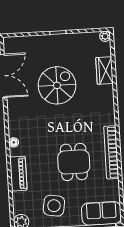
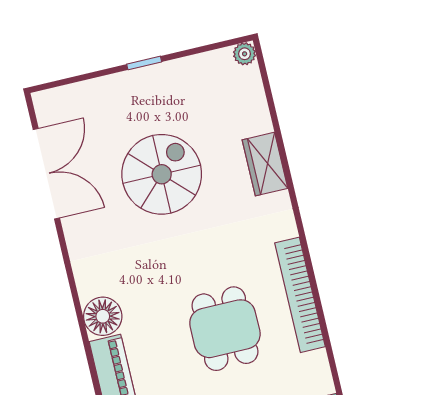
wardrobe: (105, 71) -> (265, 164), moved
floor lamp: (14, 142) -> (103, 316), width x1.89, depth x1.89

